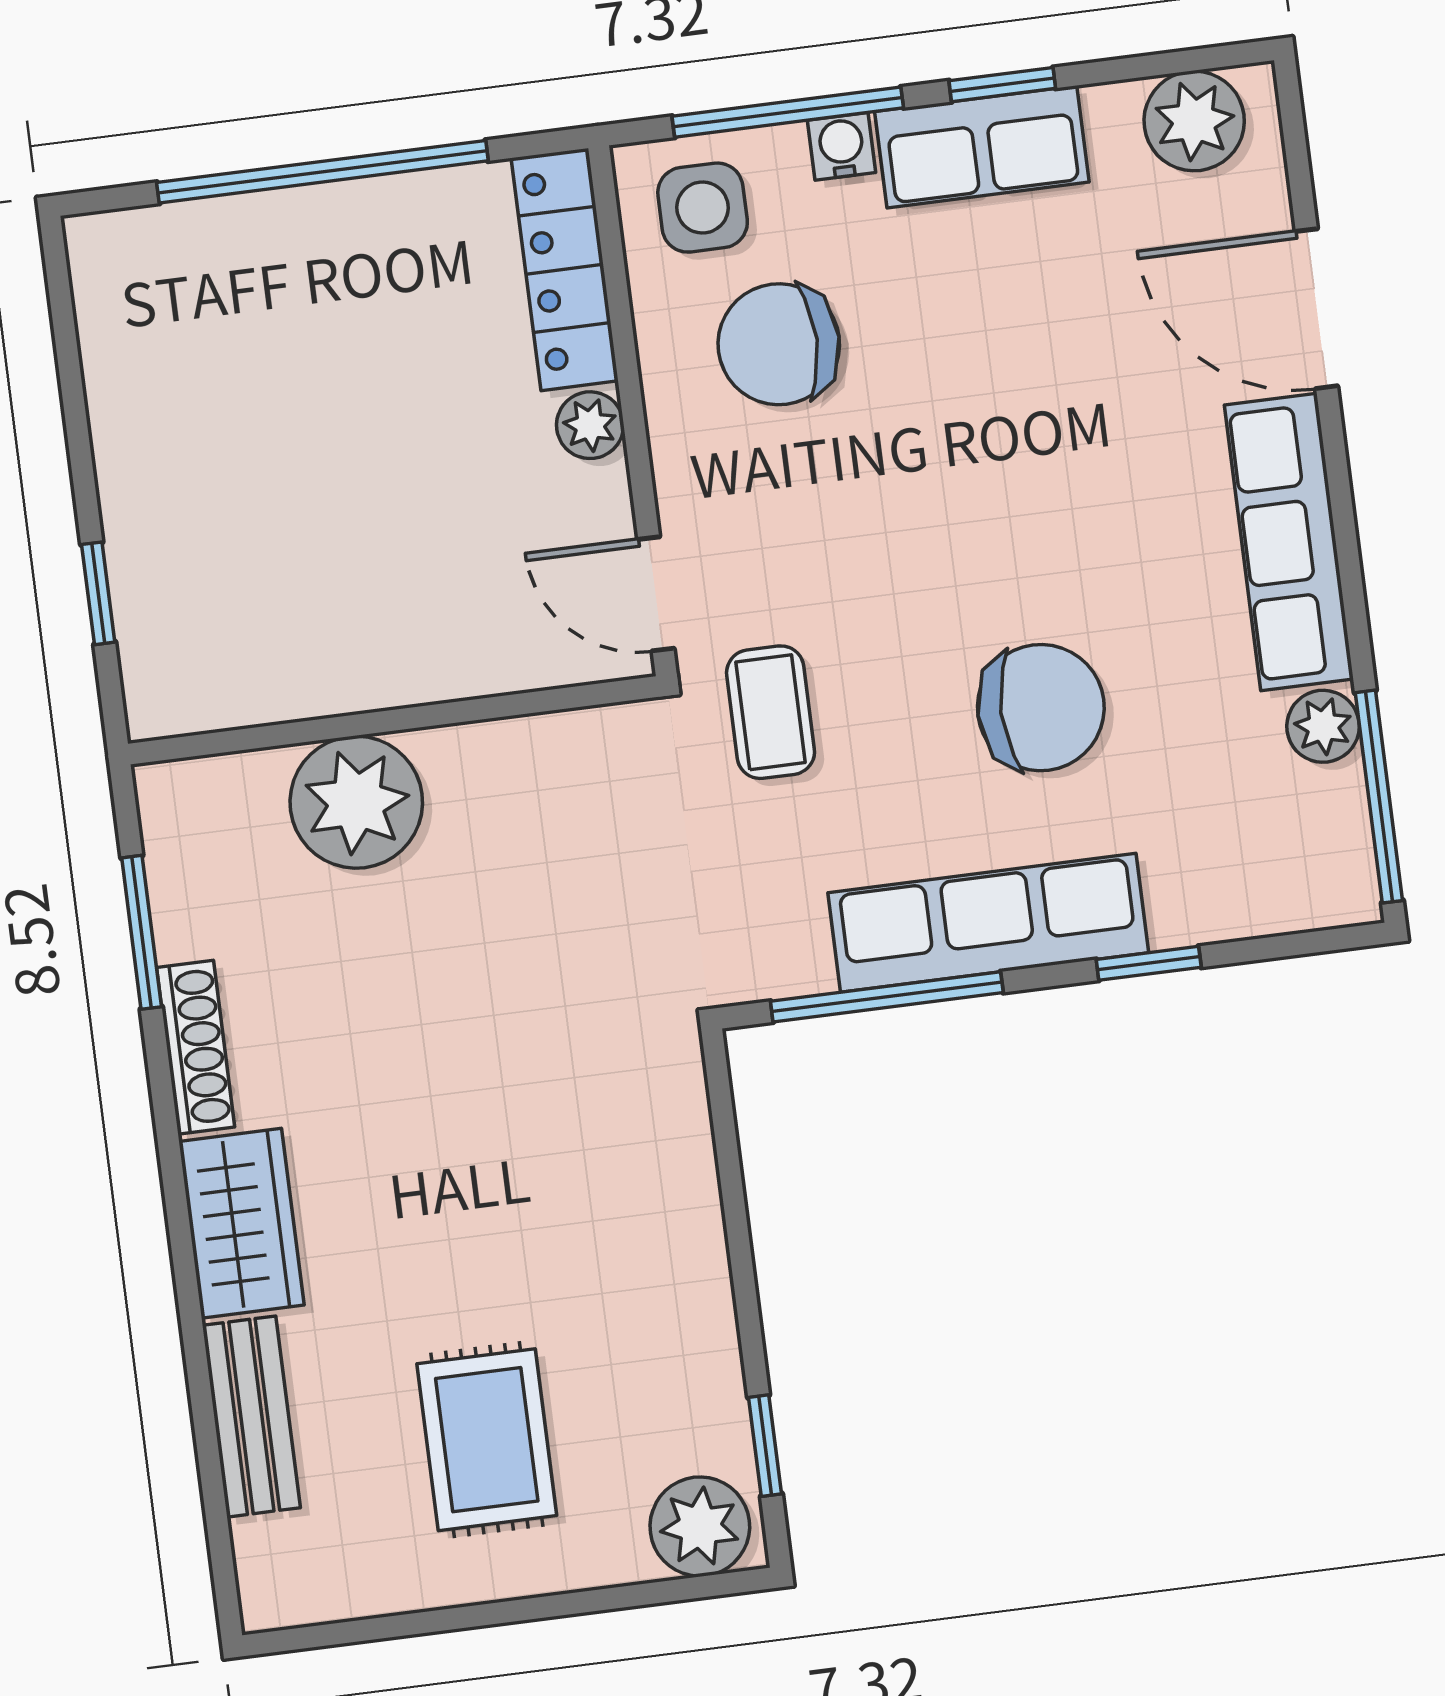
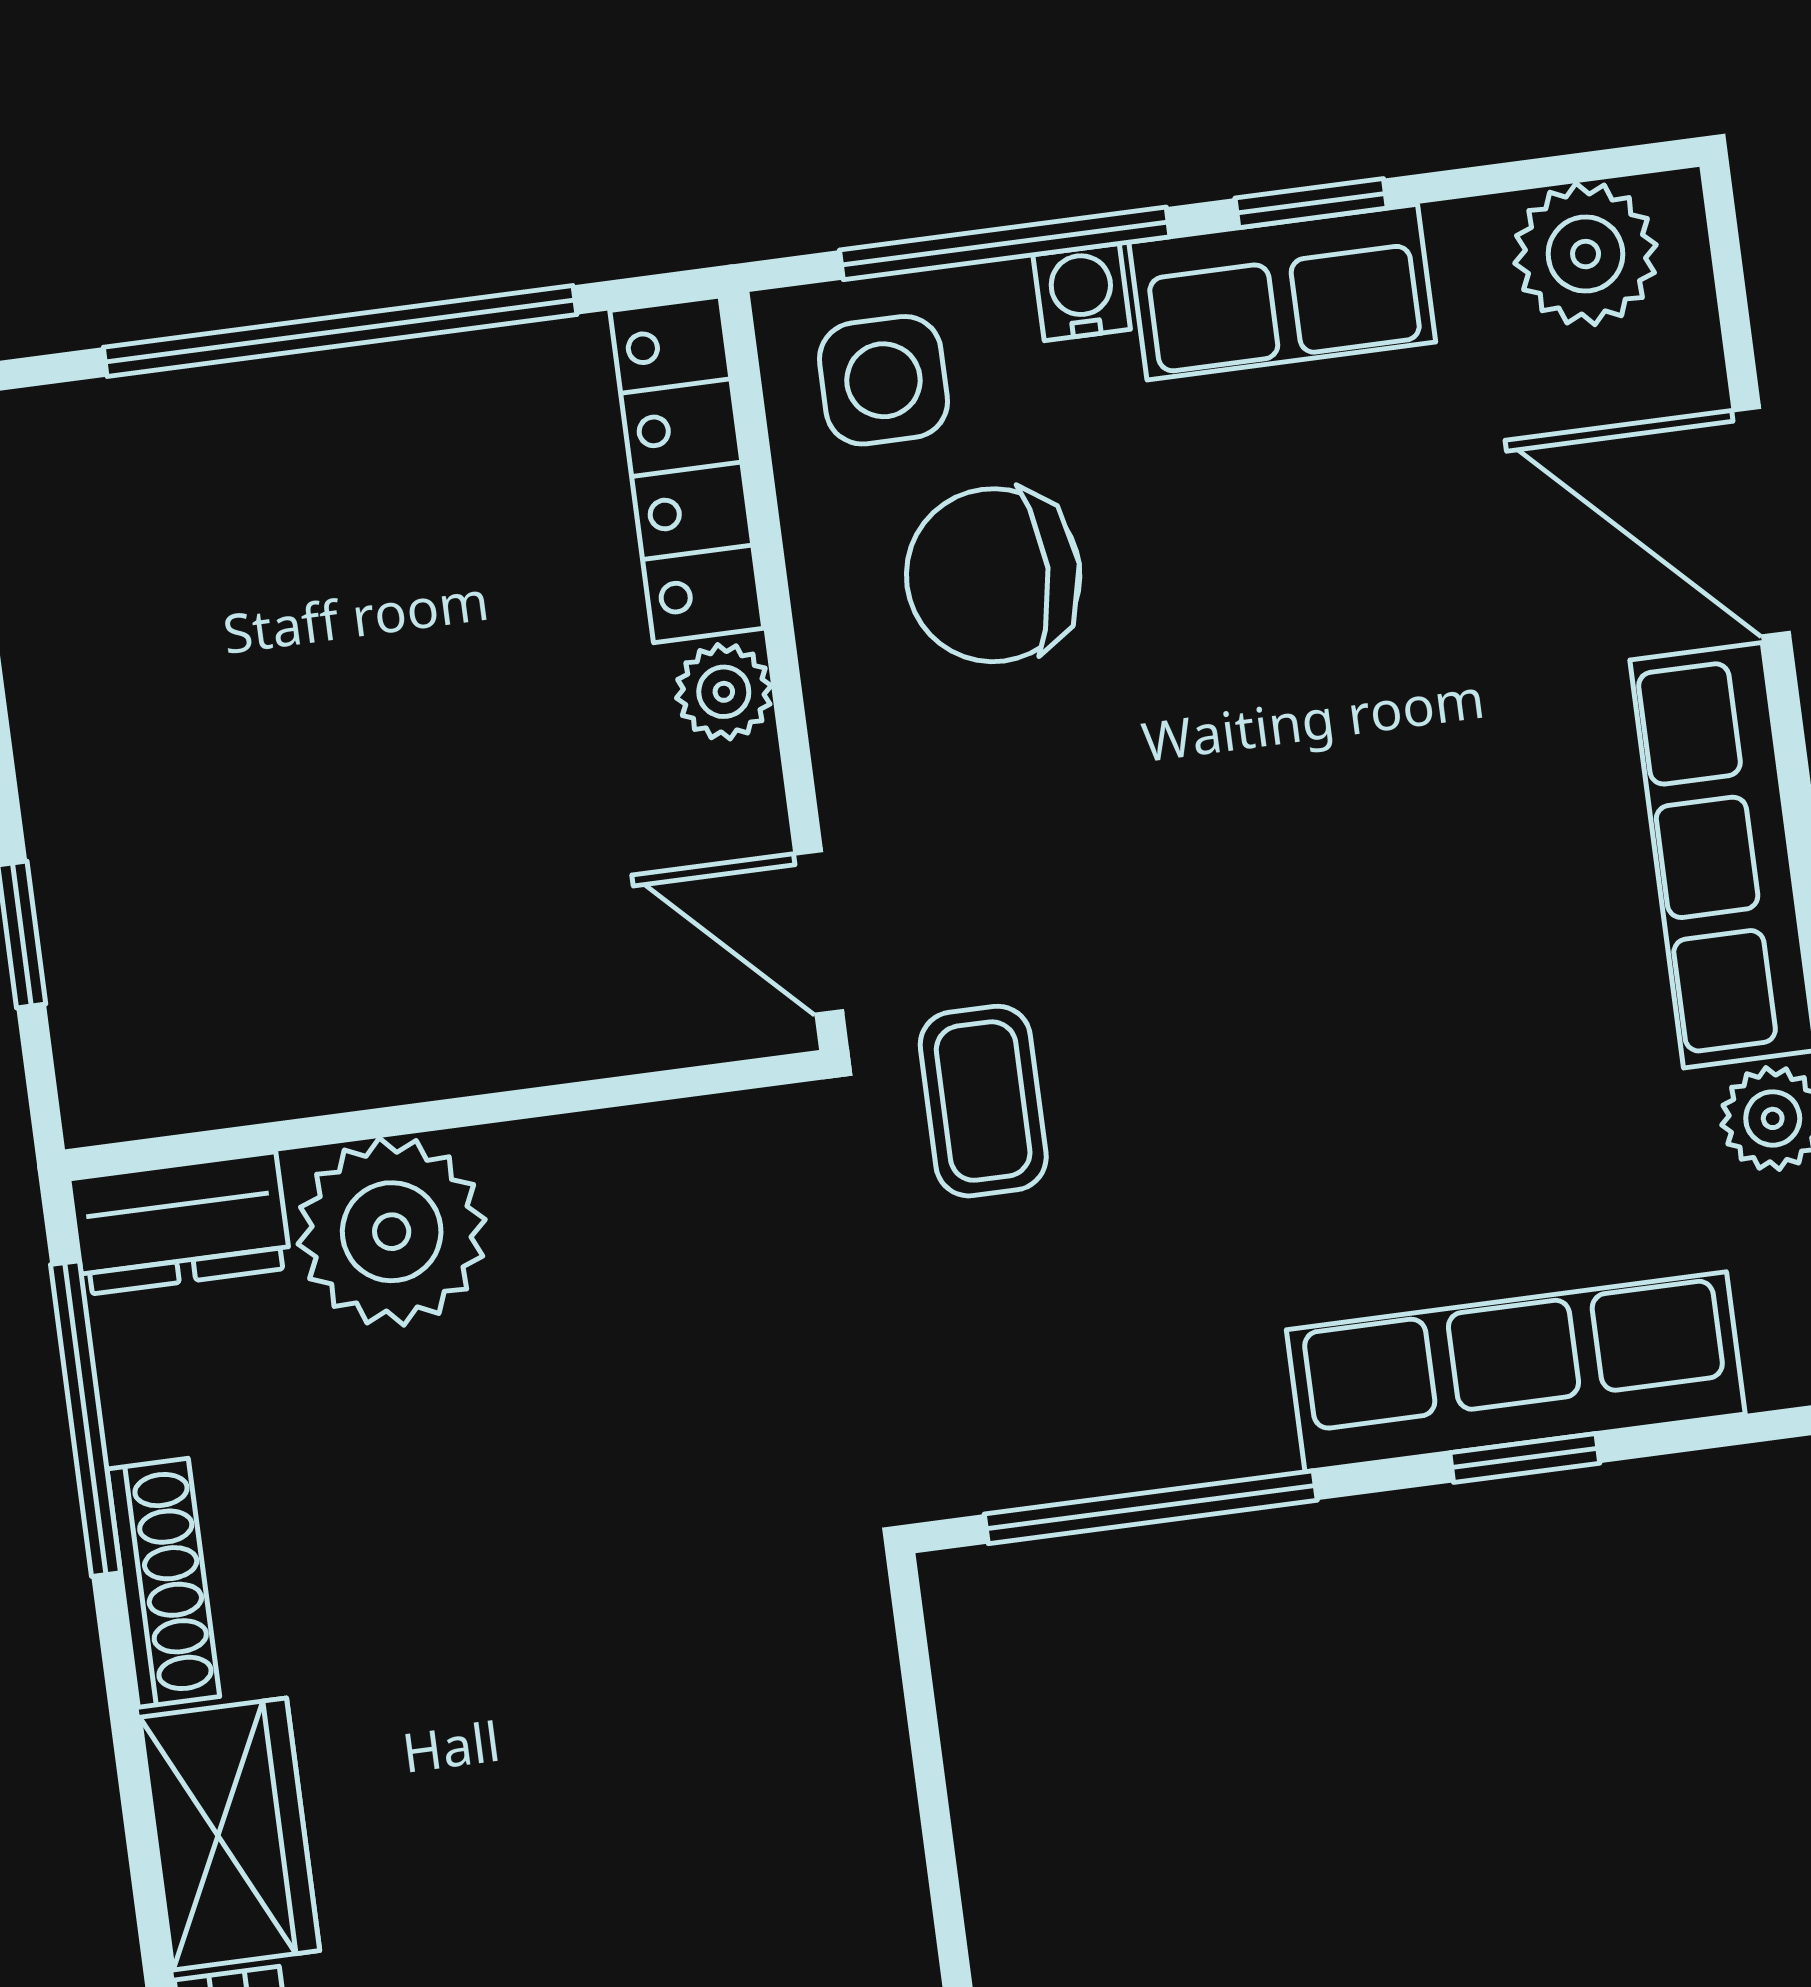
chair: (1041, 708) -> (1369, 1093), removed
dresser: (208, 796) -> (180, 1223), added
row of seats: (988, 923) -> (1516, 1372), moved
window: (142, 932) -> (85, 1419), width x1.44

